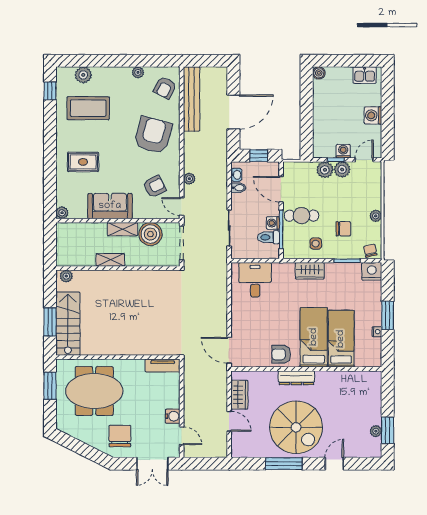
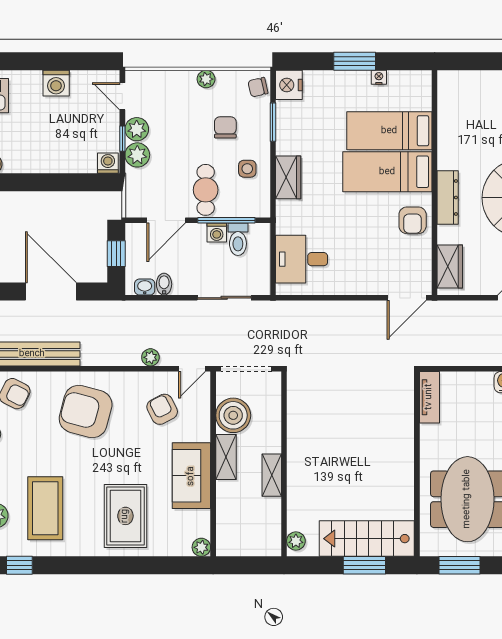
washing machine: (343, 151) -> (108, 163), moved, turned 90
rug: (83, 162) -> (125, 516), width x1.36, depth x1.43
wardrobe: (239, 395) -> (450, 266), moved, turned 90

